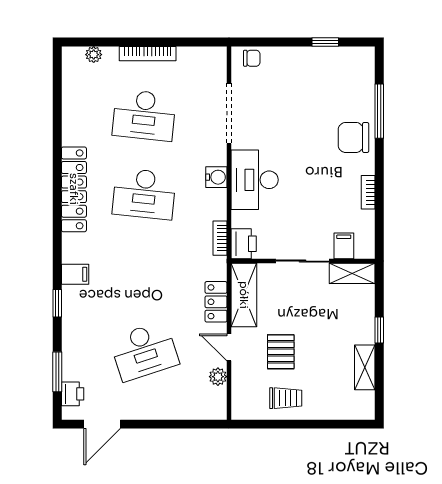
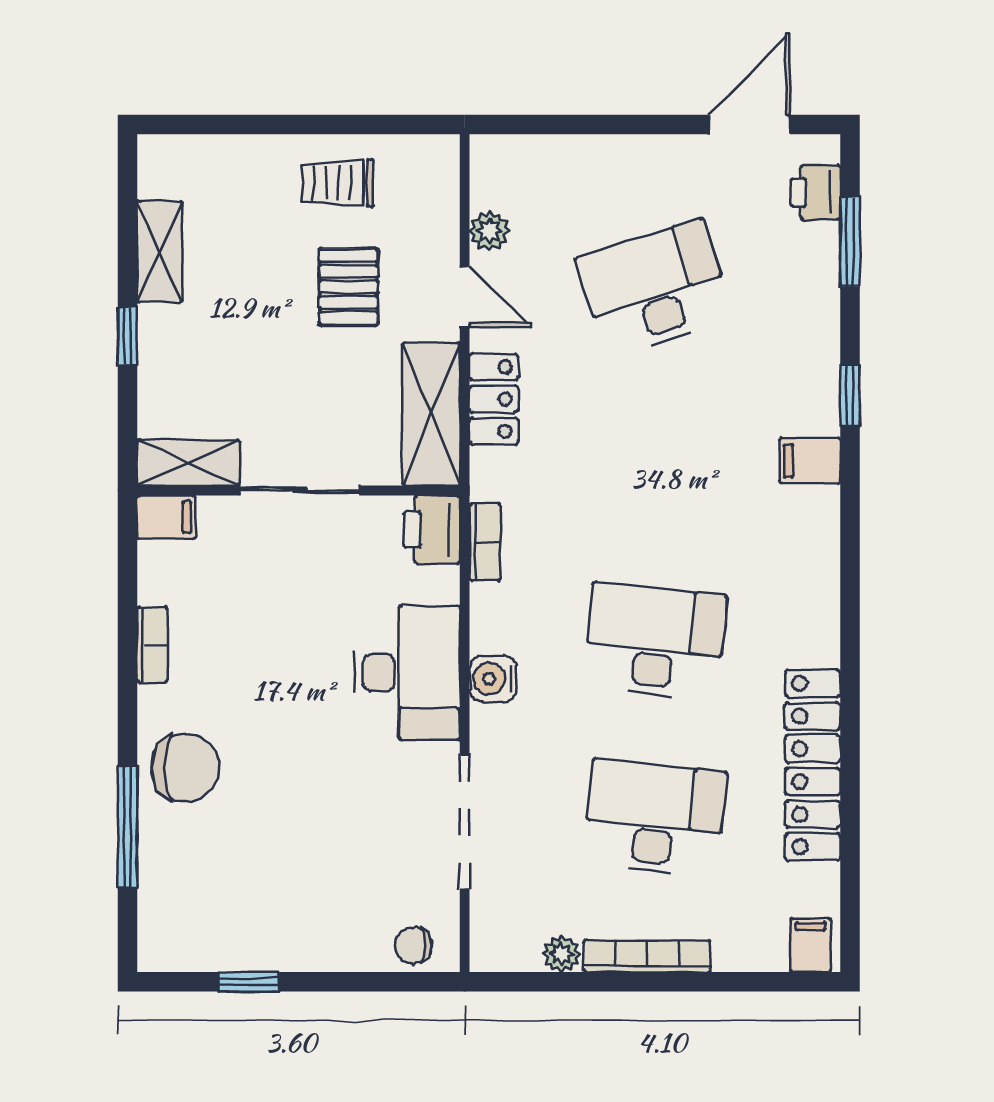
plant: (94, 55) -> (561, 954), moved
filing cabinet: (75, 58) -> (811, 945), added
locker: (74, 189) -> (813, 765), moved
filing cabinet: (344, 246) -> (166, 517), moved, turned -90

